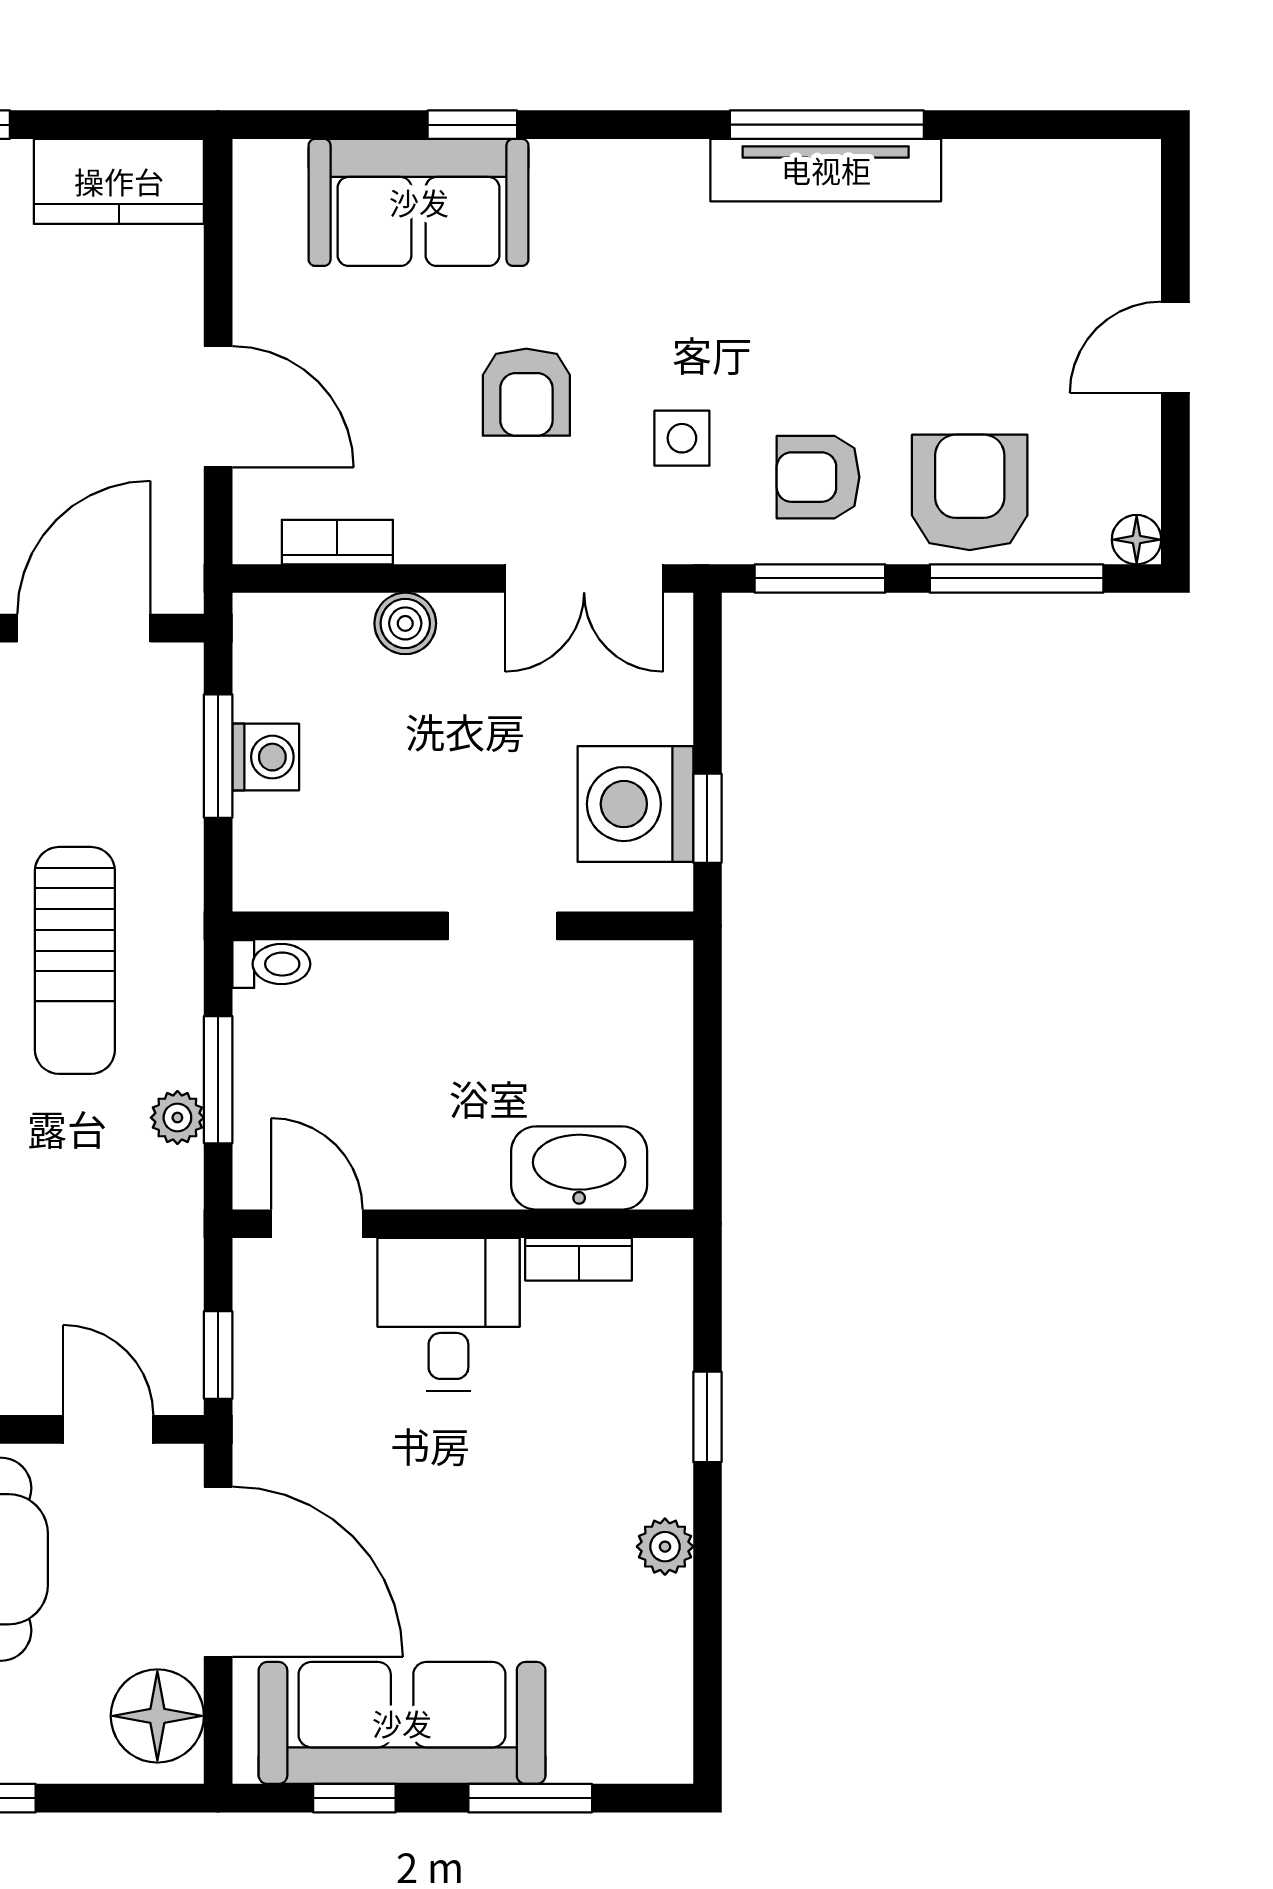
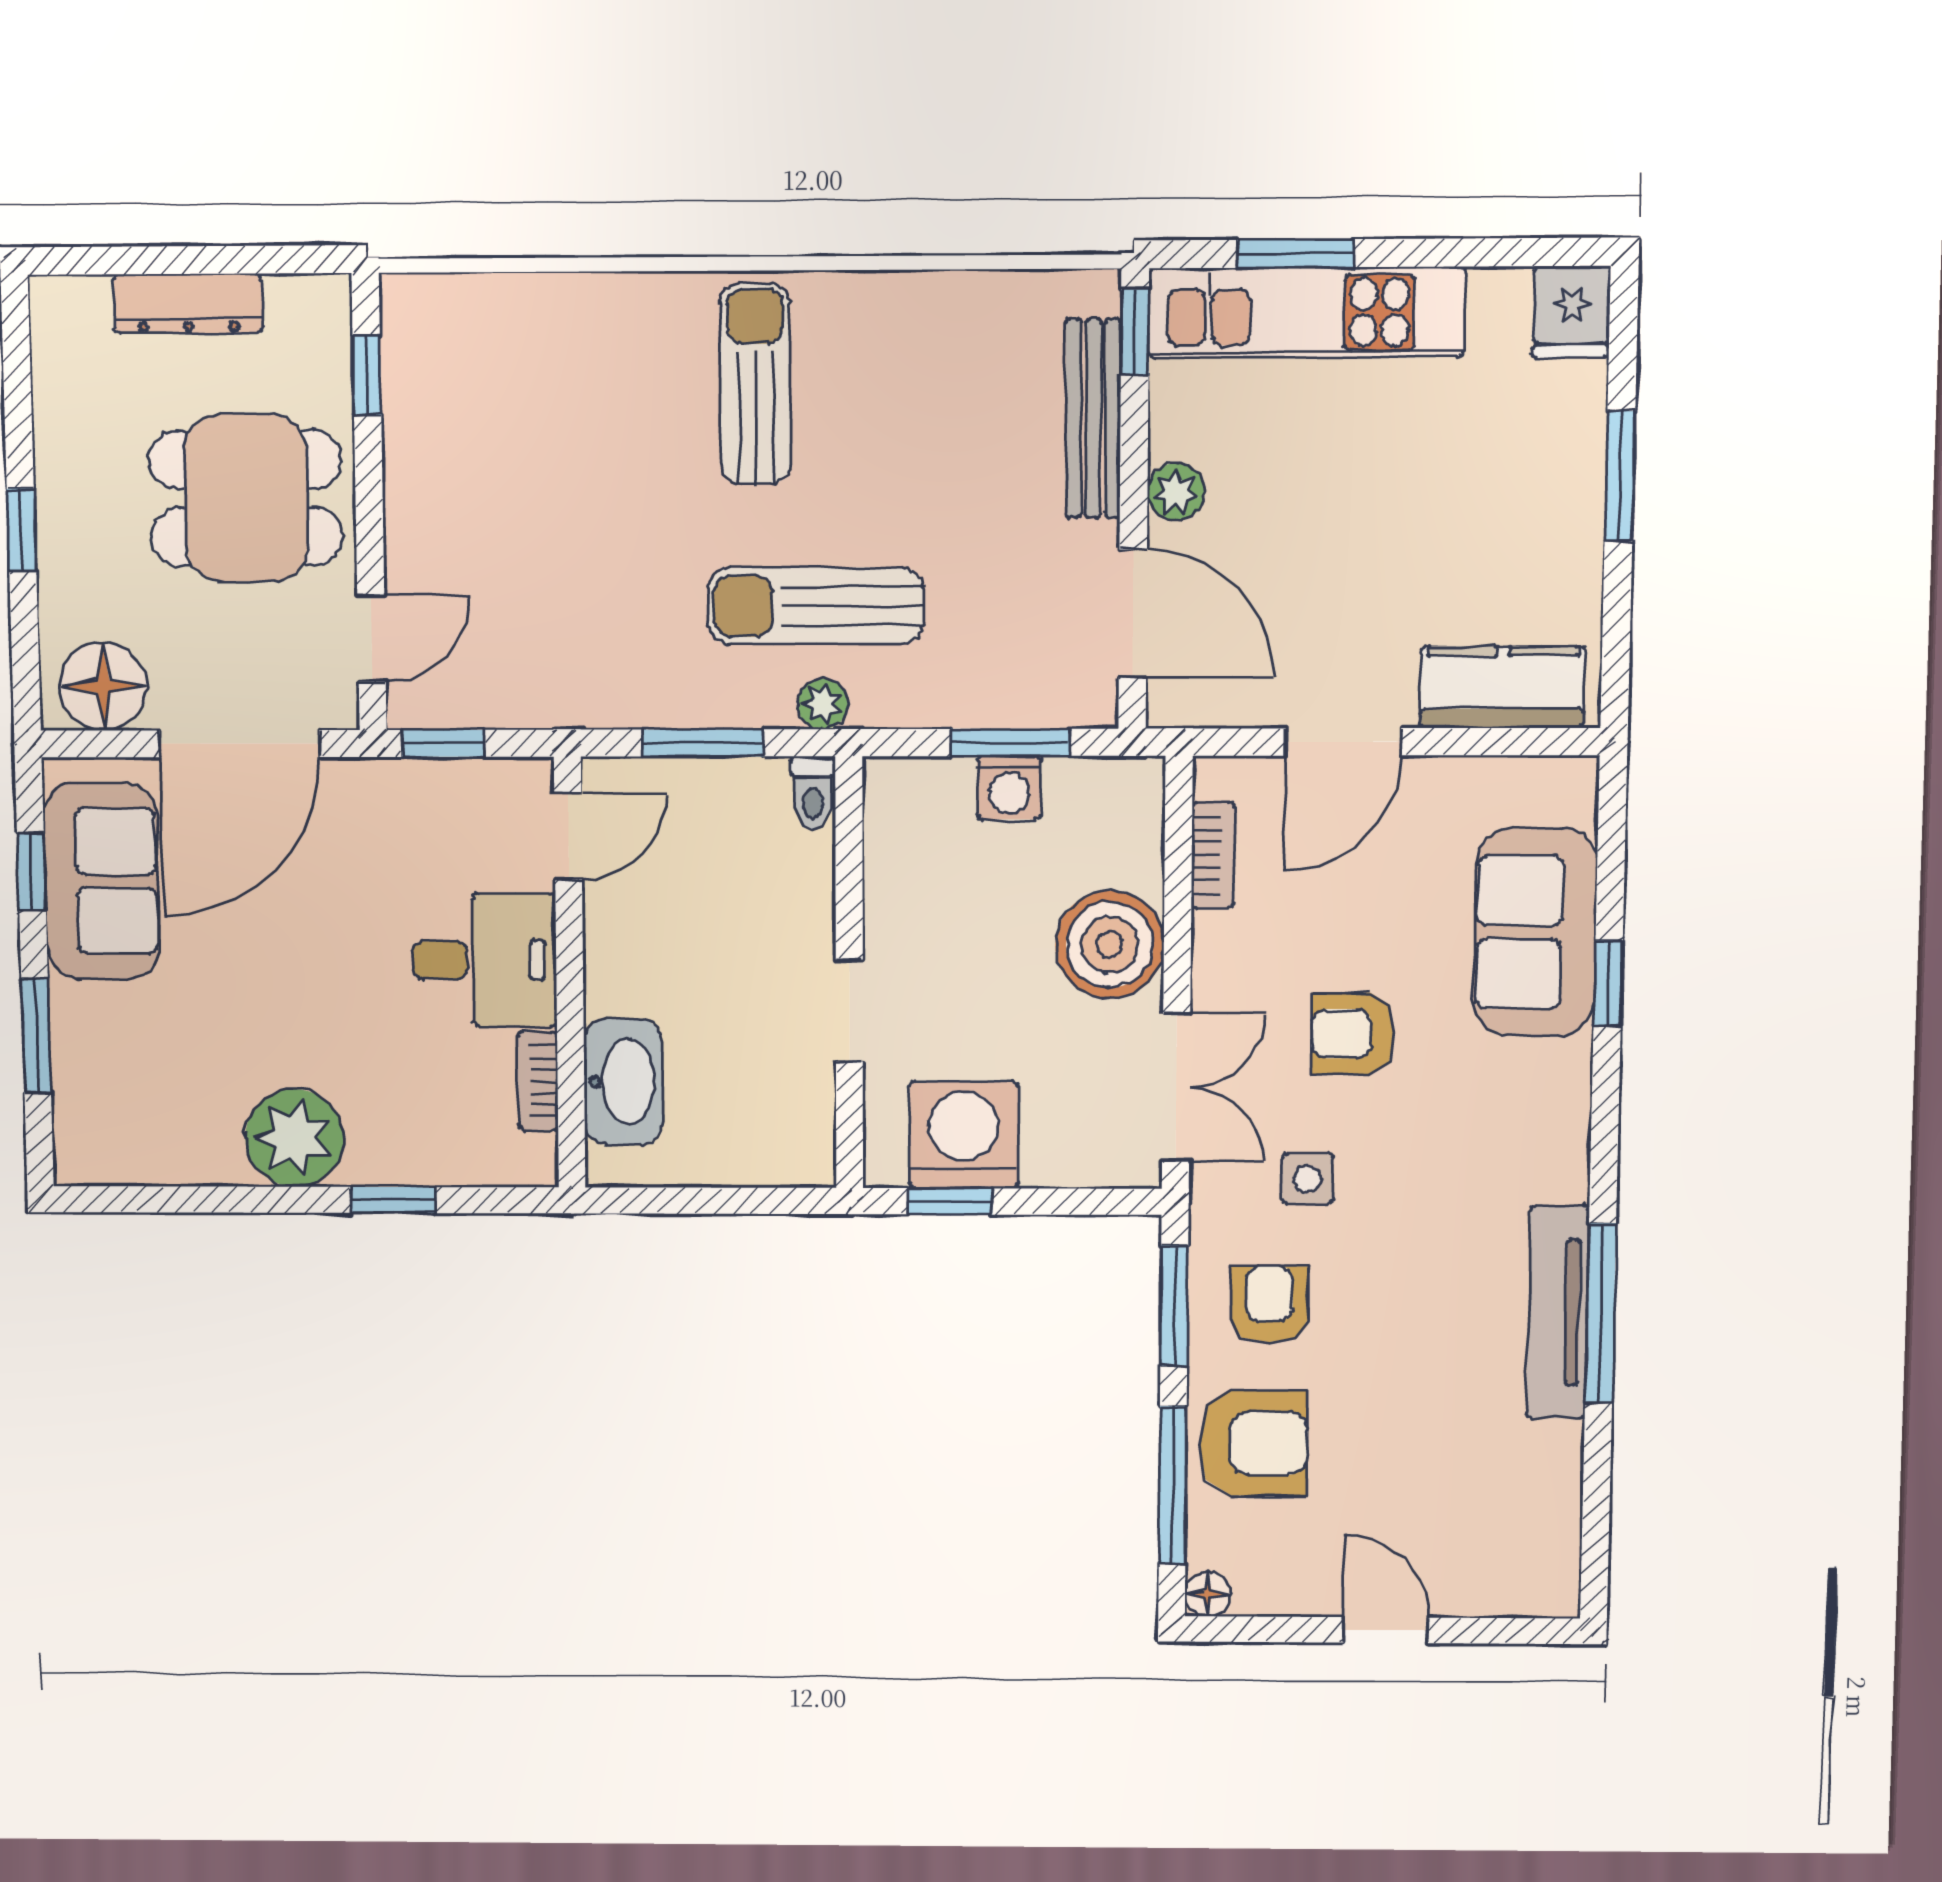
kitchen counter: (119, 181) -> (1503, 687), moved, turned 90
double door: (584, 578) -> (1176, 1087), swing flipped
boiler: (405, 623) -> (1110, 945), width x1.86, depth x1.86
plant: (177, 1118) -> (823, 704), moved
plant: (665, 1547) -> (295, 1138), width x1.88, depth x1.88
sofa: (402, 1723) -> (102, 881), width x0.73

